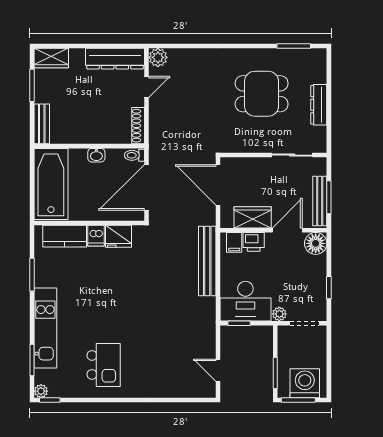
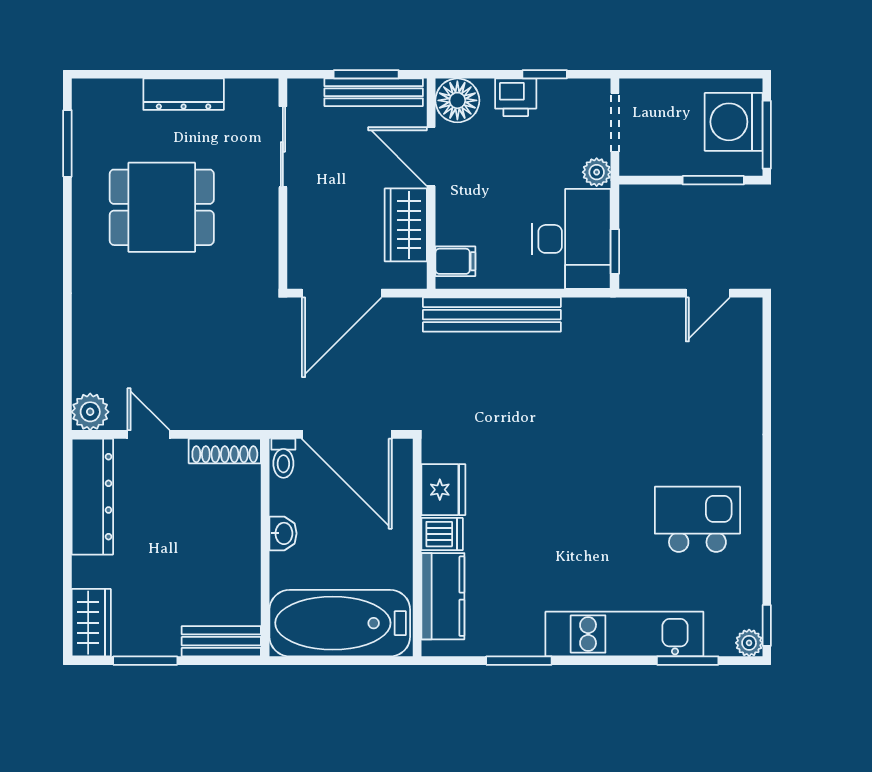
dining table: (262, 94) -> (162, 207), turned 90
printer: (254, 242) -> (516, 97), moved, turned 90

